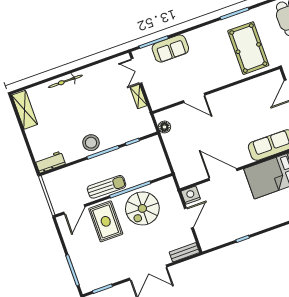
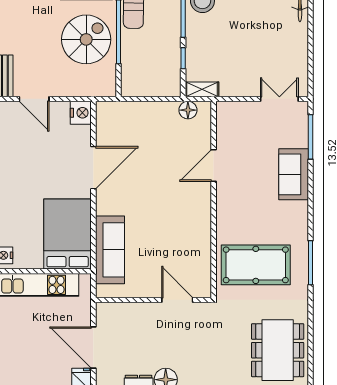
sofa: (170, 49) -> (294, 174), moved
shelving: (139, 96) -> (202, 89), moved
spiral stairs: (142, 208) -> (86, 39), turned 90
door: (189, 218) -> (34, 99), moved

